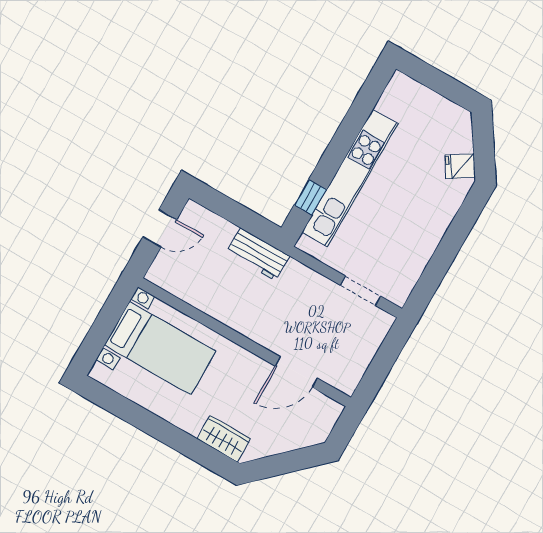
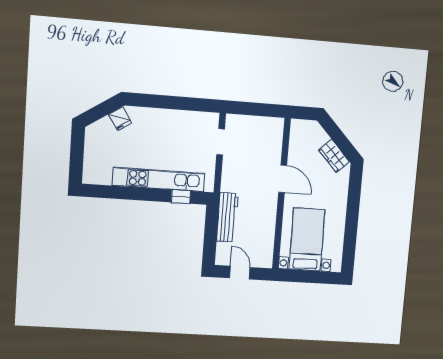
workbench: (258, 254) -> (227, 217), width x1.38
door: (296, 372) -> (283, 179), moved
wardrobe: (224, 439) -> (334, 156), moved, turned -44

